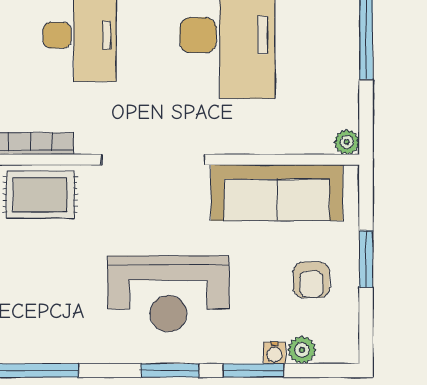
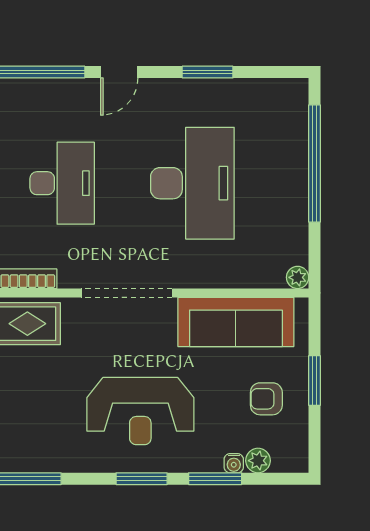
armchair: (311, 280) -> (266, 399), turned 90

